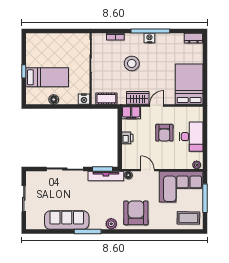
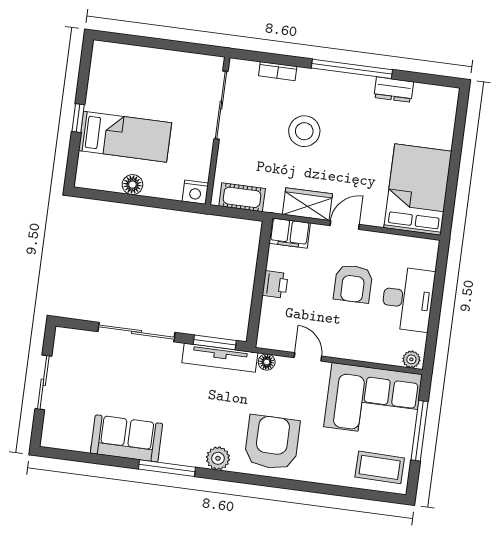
nightstand: (149, 38) -> (348, 83), removed
dresser: (193, 38) -> (394, 90), moved
sofa: (67, 220) -> (127, 438), width x0.73

